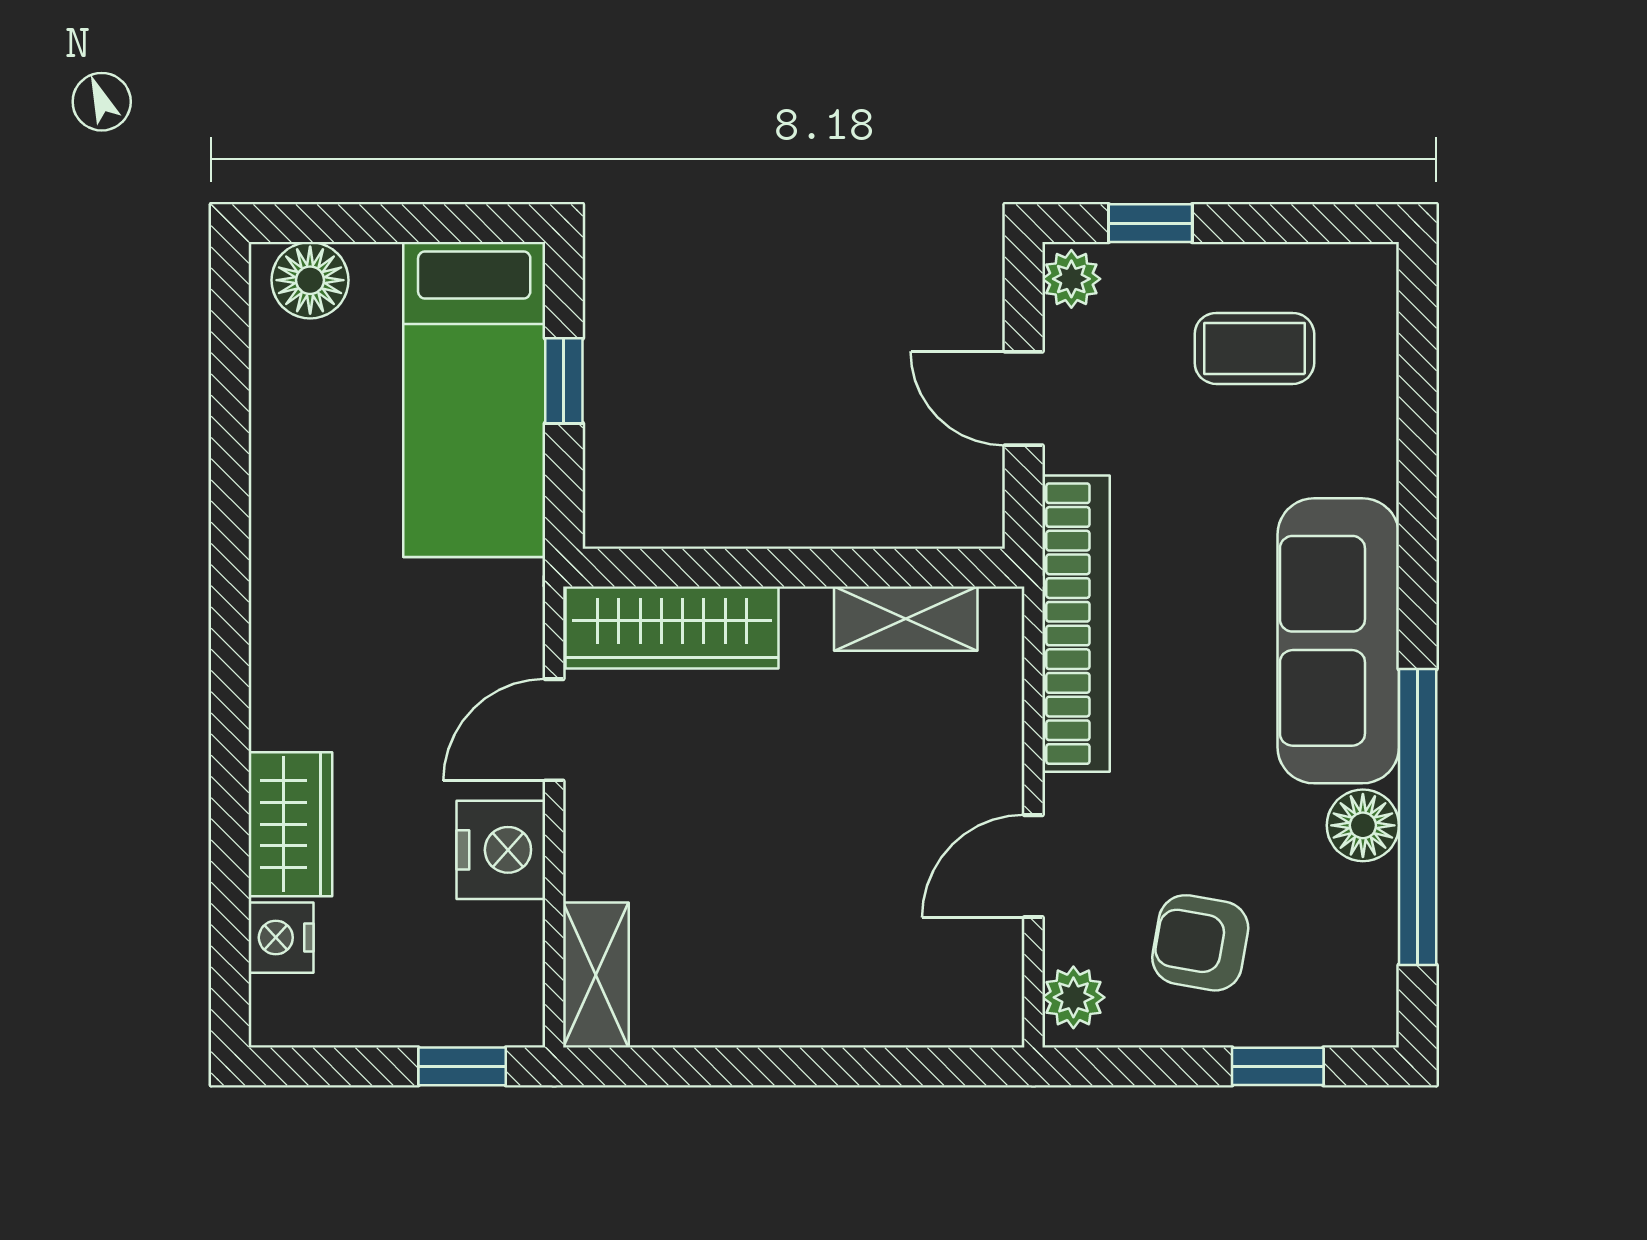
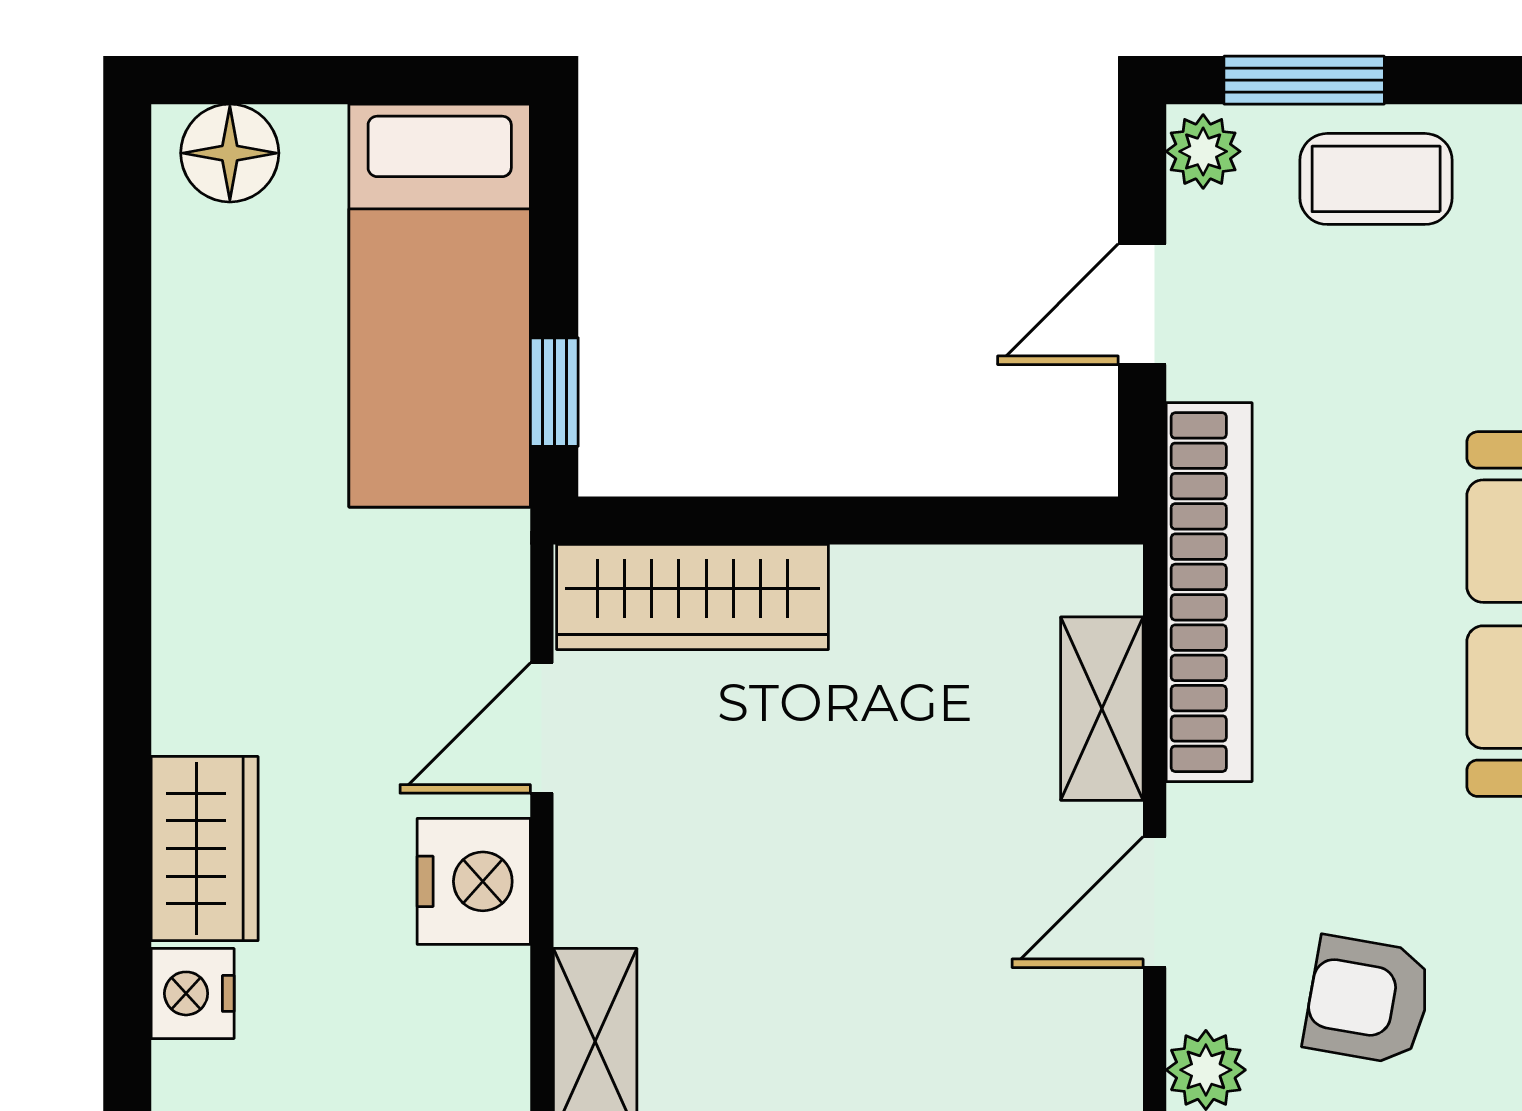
window: (1150, 223) -> (1304, 80), width x1.50
coffee table: (1254, 348) -> (1376, 179), moved
window: (564, 381) -> (554, 392), moved
door: (1024, 398) -> (1142, 304), hinge flipped
shelving: (906, 619) -> (1102, 709), moved, turned 90

